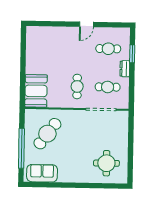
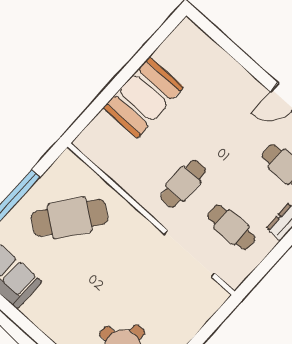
booth: (36, 91) -> (143, 97), moved

